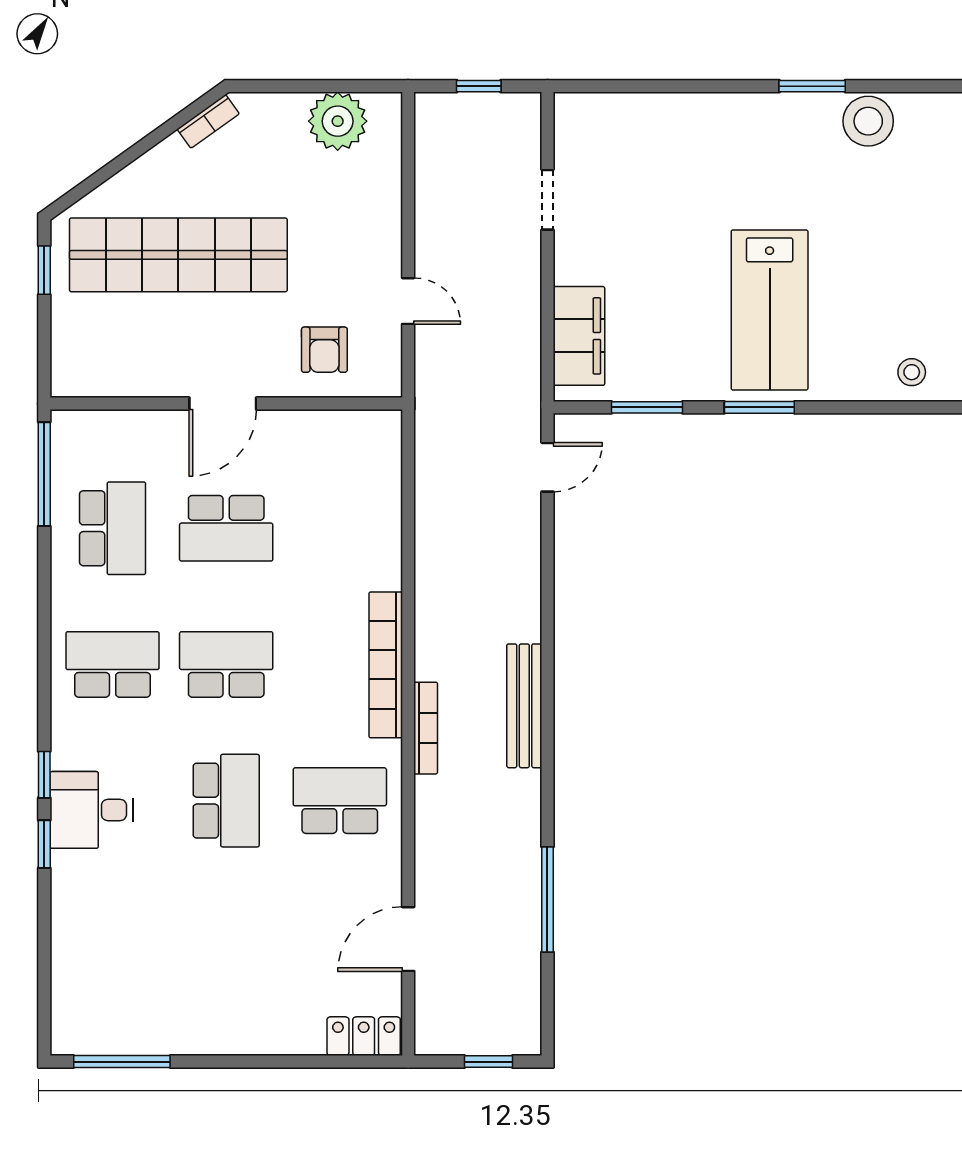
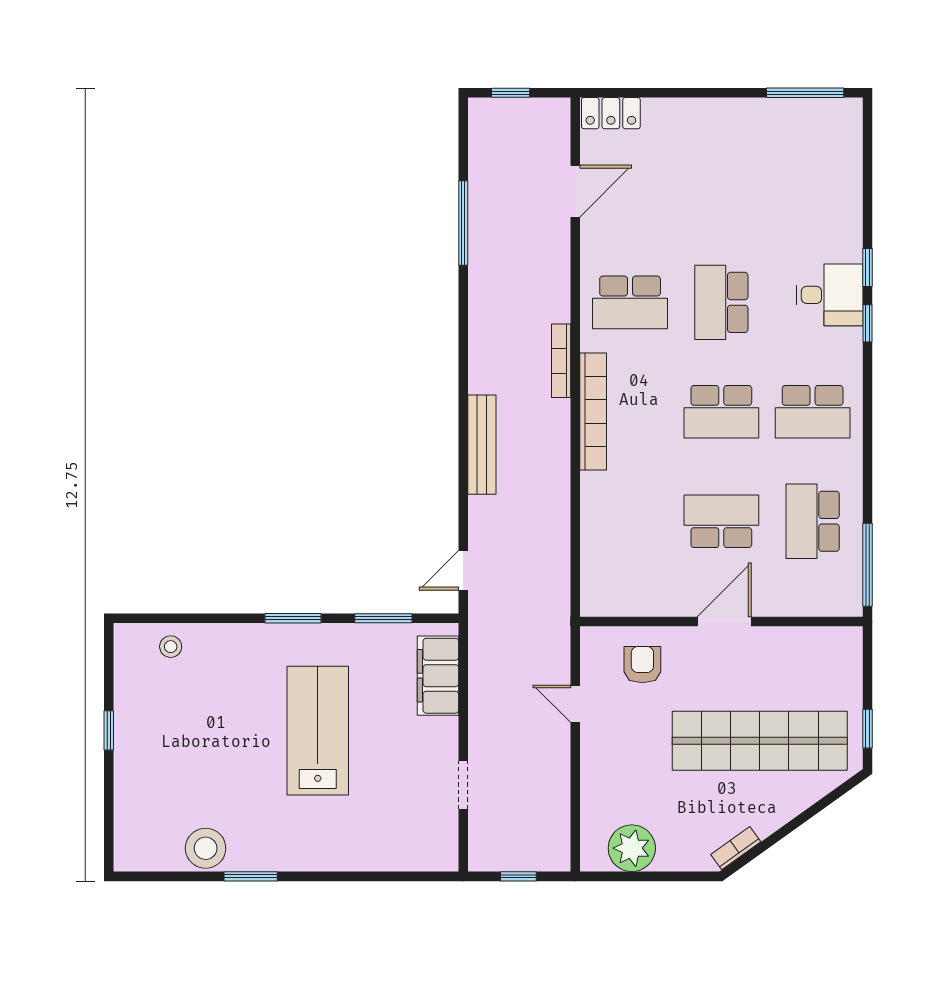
lab bench: (770, 310) -> (318, 731), moved
bench: (524, 706) -> (482, 445), moved

